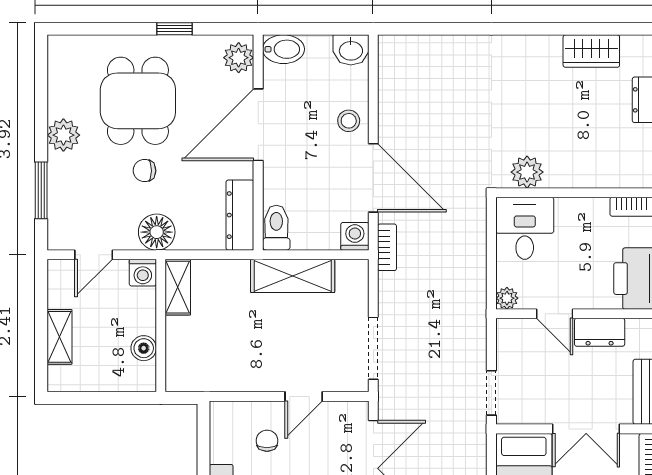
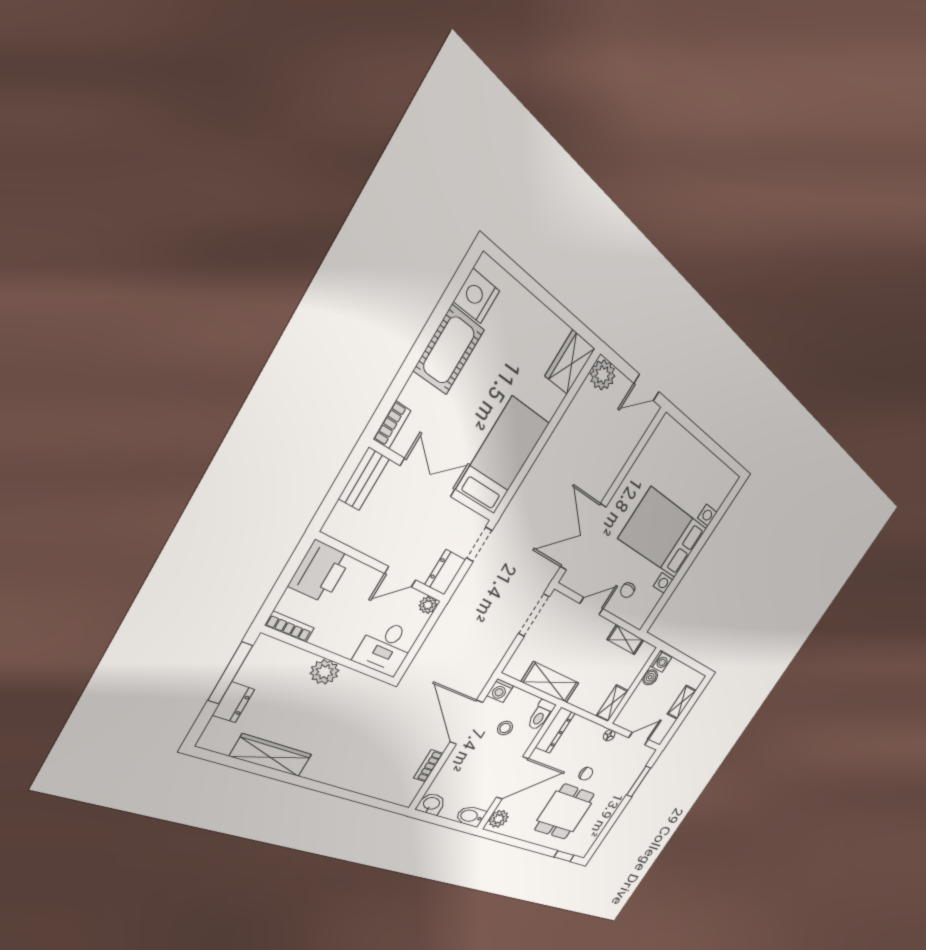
window: (174, 29) -> (564, 856), moved
wardrobe: (591, 51) -> (271, 755), width x1.50
stool: (349, 121) -> (505, 728), moved
plant: (63, 135) -> (610, 806), removed
plant: (527, 172) -> (325, 672), moved
floor lamp: (157, 232) -> (609, 735), width x0.53, depth x0.53
bookcase: (387, 247) -> (428, 766), moved
washing machine: (143, 273) -> (661, 662), moved, turned 90
door: (555, 314) -> (400, 577), swing flipped
dresser: (600, 332) -> (445, 572), moved, turned -90
shelving: (222, 379) -> (626, 640), added

